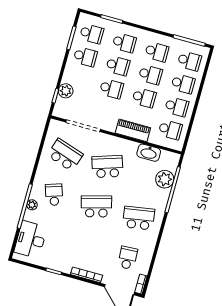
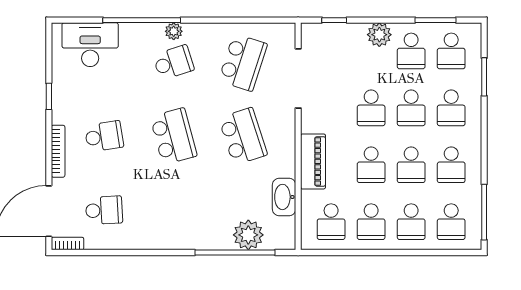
plant: (66, 91) -> (379, 35), moved
plant: (32, 205) -> (174, 31), moved
school desk: (139, 218) -> (104, 136), moved, width x0.54

